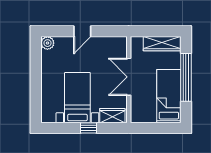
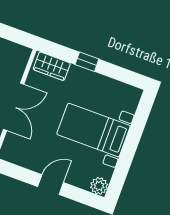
bed with nightstands: (77, 98) -> (94, 130), moved, turned 90

